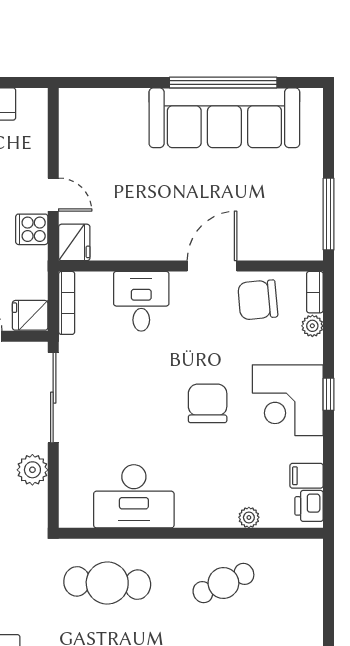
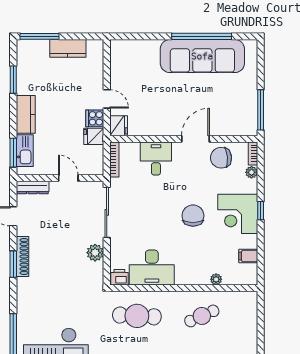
fridge: (30, 315) -> (94, 136), moved
printer: (309, 506) -> (119, 277), moved, turned 90

